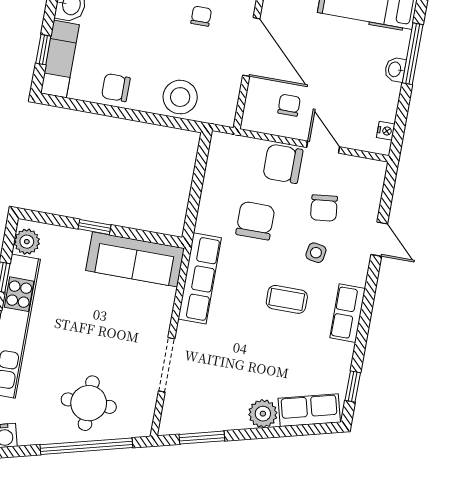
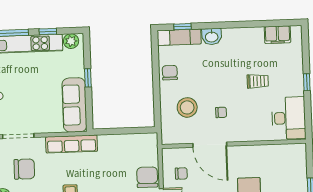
door: (251, 47) -> (210, 145), hinge flipped
stool: (180, 97) -> (187, 107), moved
chair: (255, 221) -> (24, 169), moved

